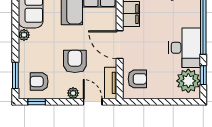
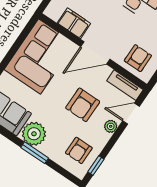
plant: (24, 35) -> (34, 134), width x1.87, depth x1.87
armchair: (75, 61) -> (83, 105), turned -90
window: (15, 75) -> (35, 153), moved

